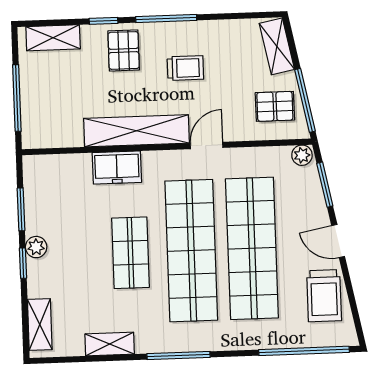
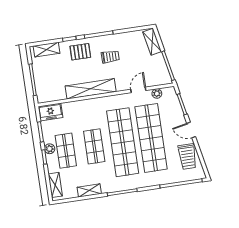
pallet: (124, 50) -> (80, 52), turned 90
pallet: (275, 106) -> (154, 70), removed
door: (206, 145) -> (138, 90), moved
plant: (302, 155) -> (157, 93), moved
freezer: (117, 167) -> (50, 112), moved
shop shelf: (70, 255) -> (66, 151), added

